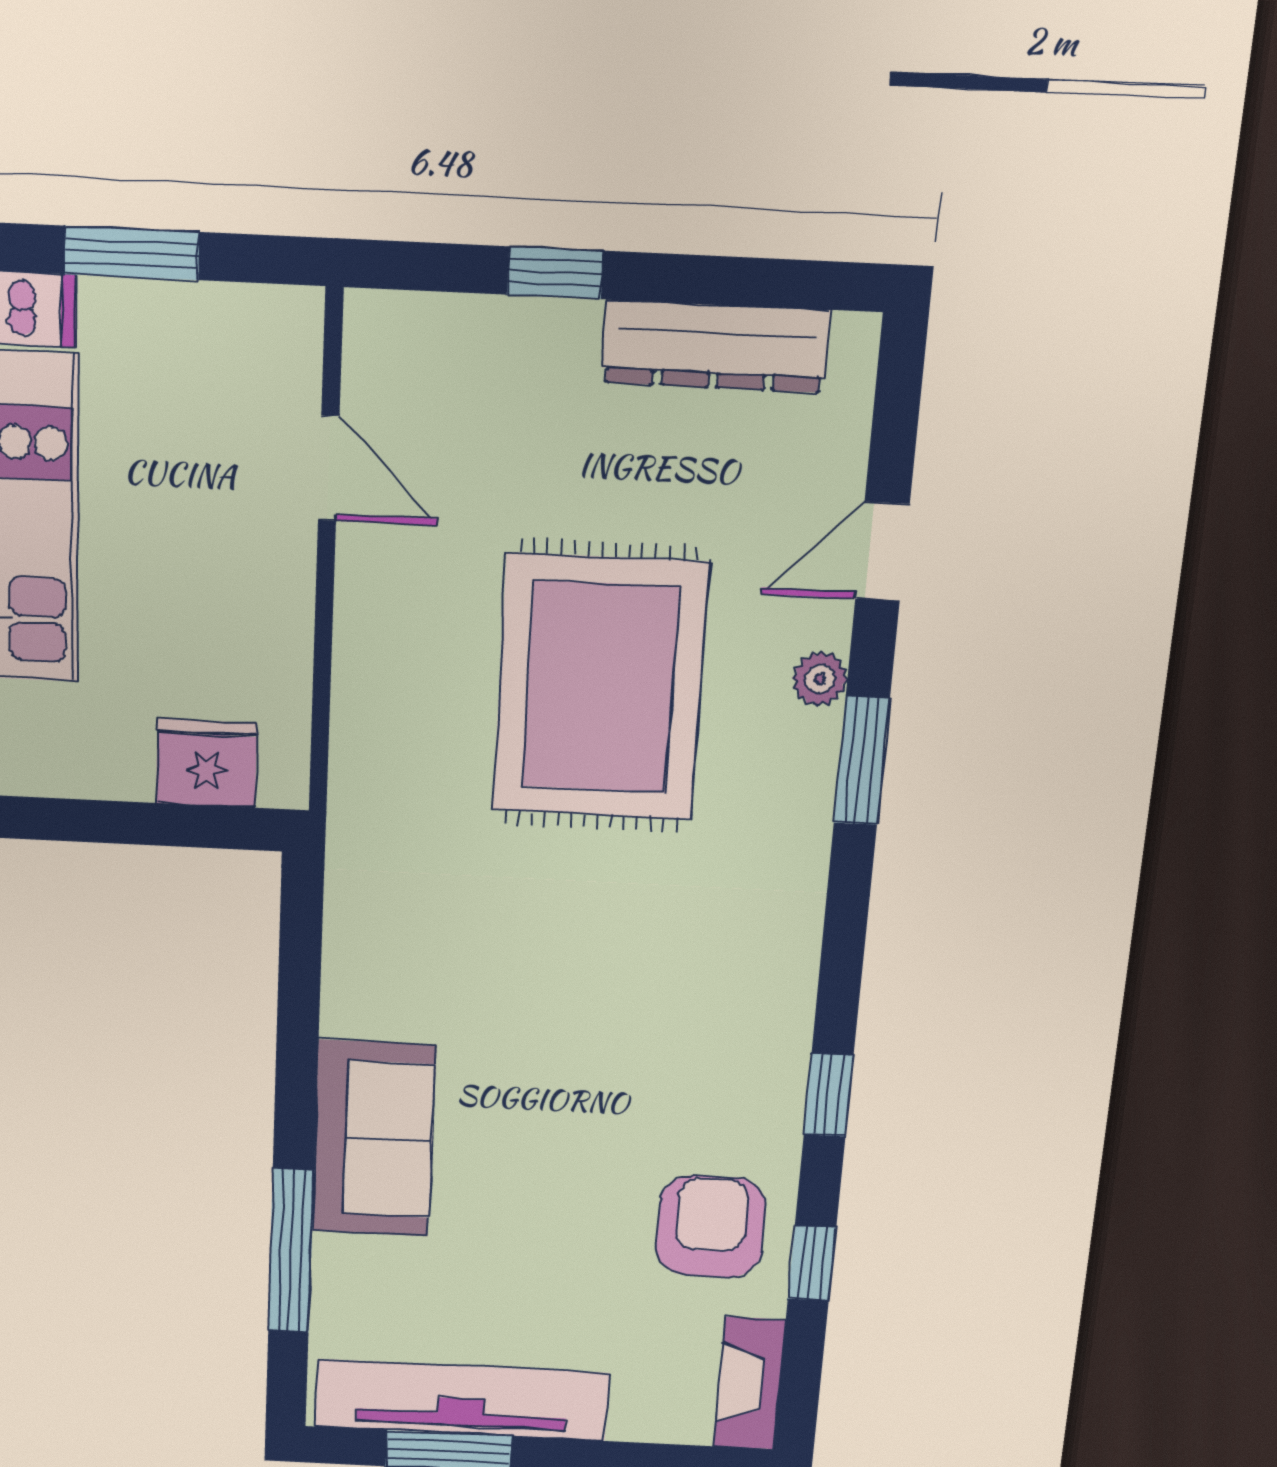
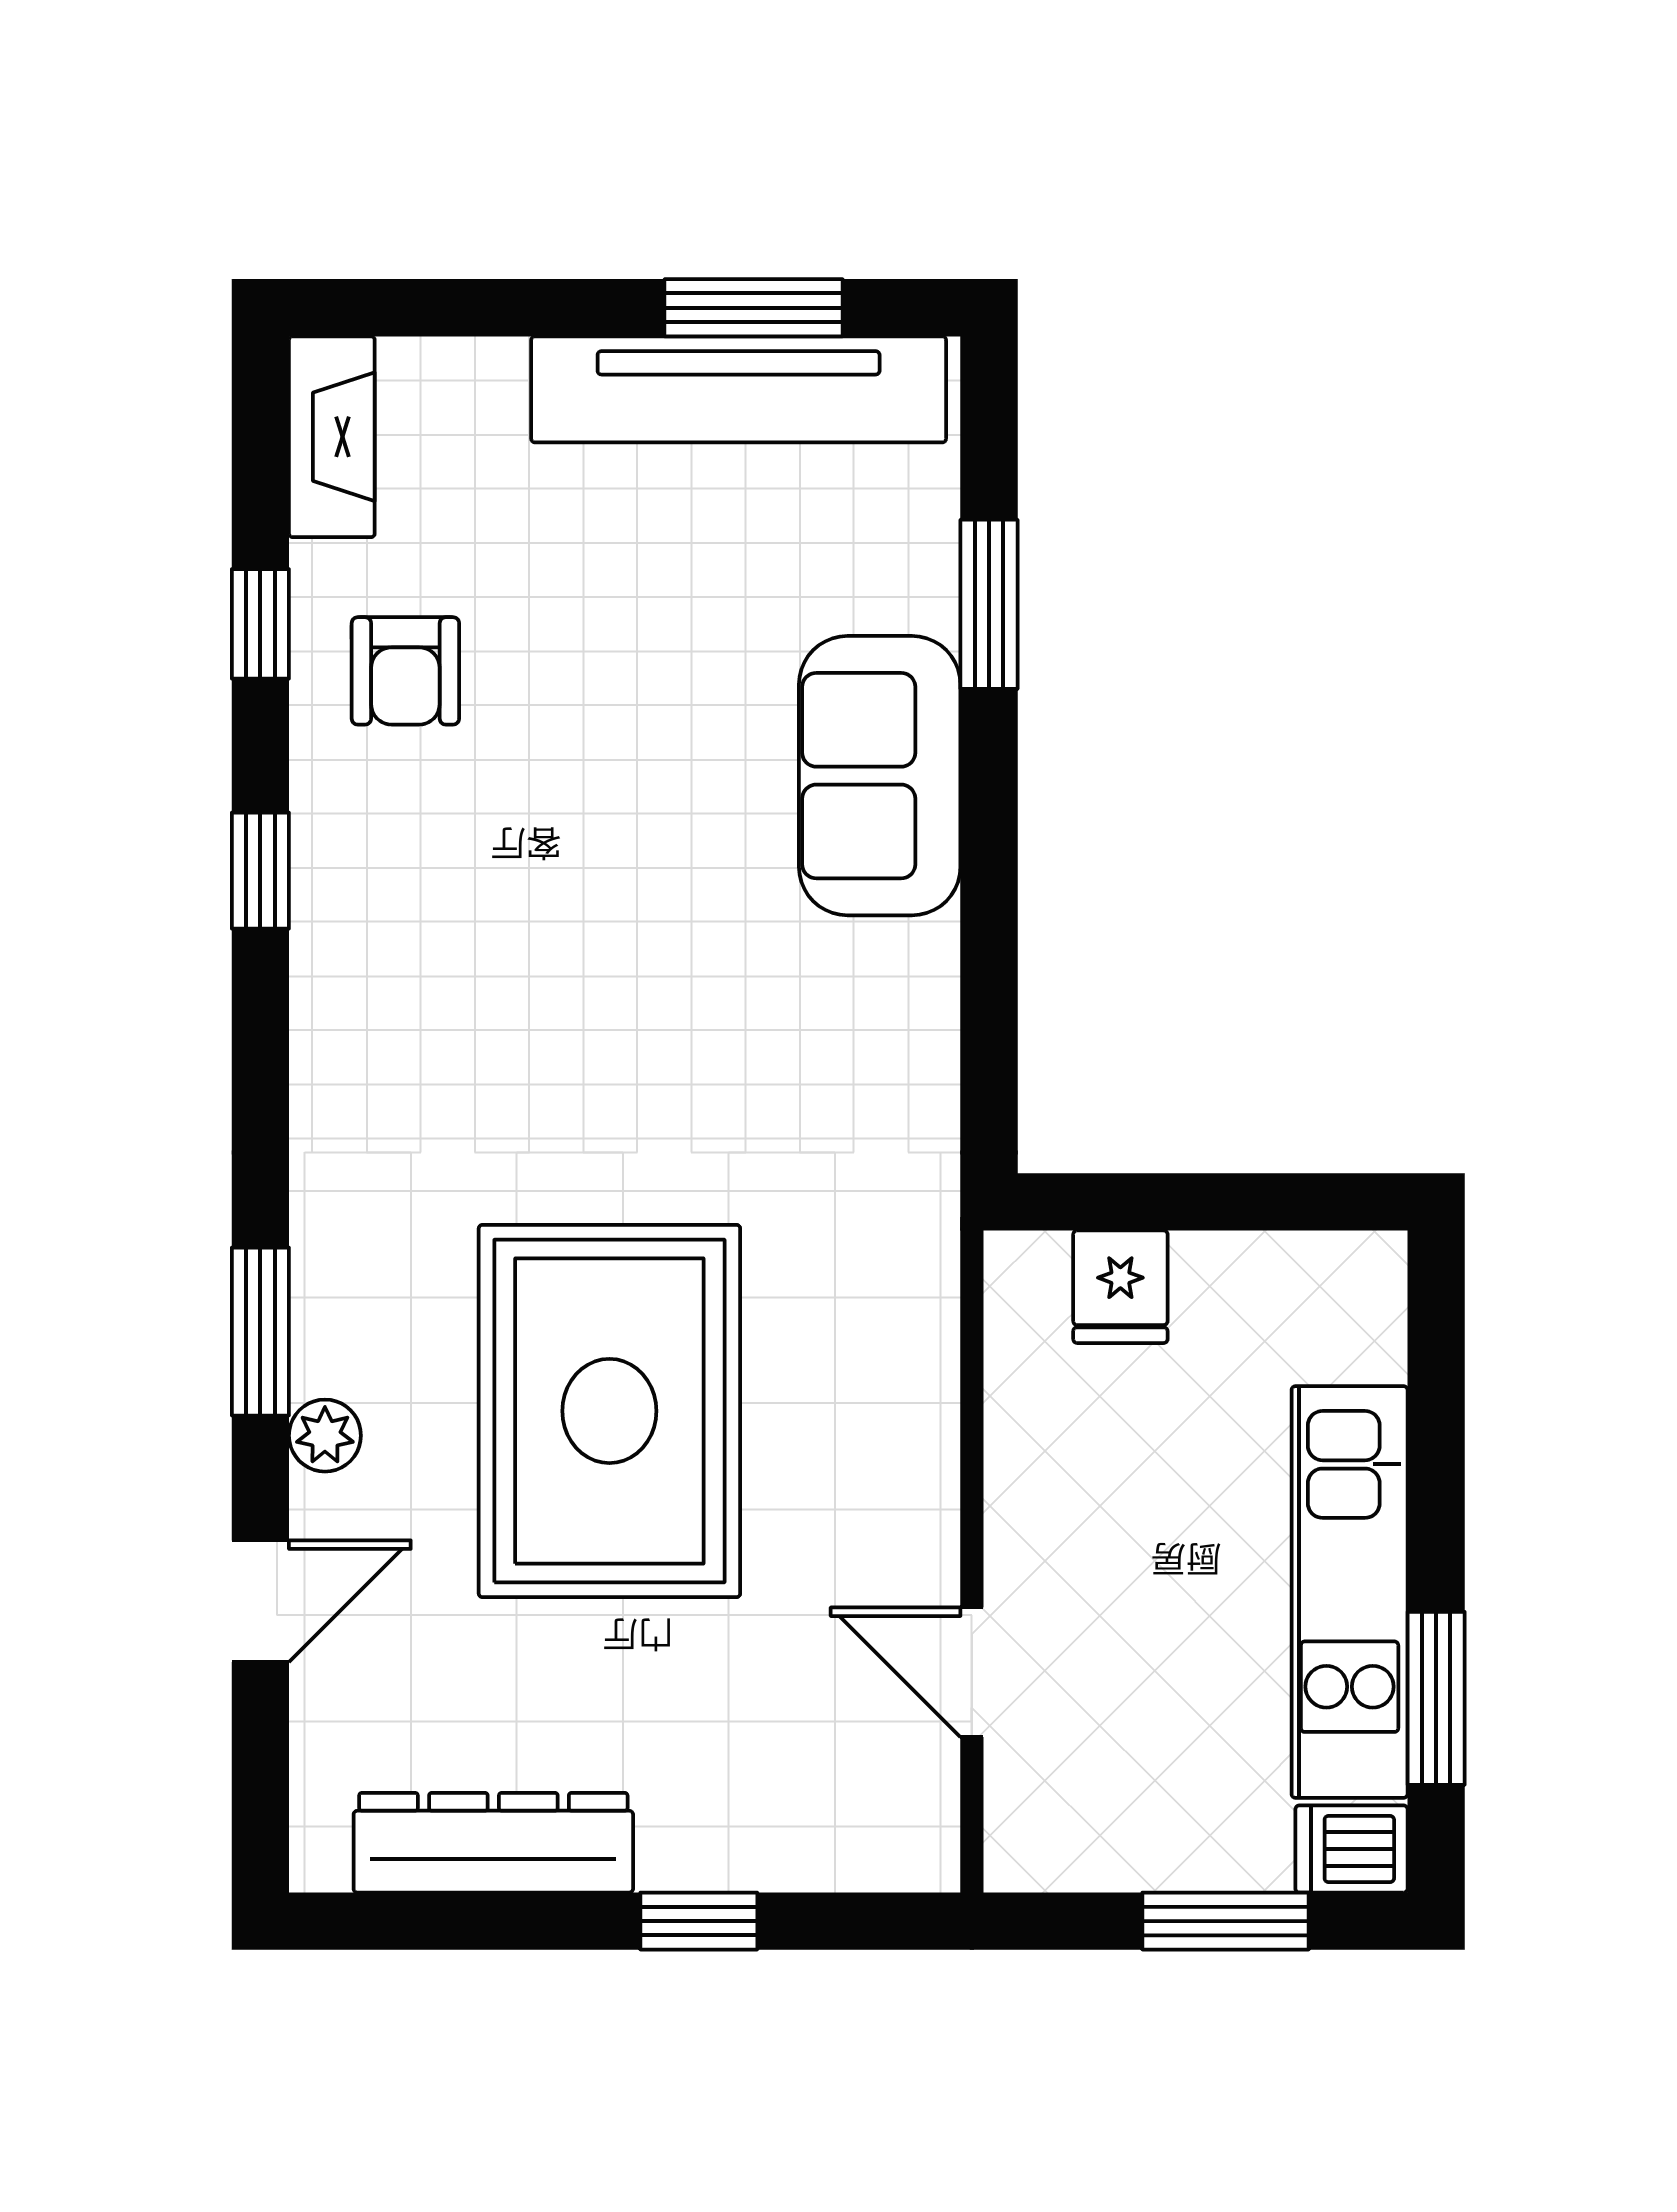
fridge: (206, 763) -> (1120, 1287), width x0.72
armchair: (711, 1227) -> (405, 671), width x0.72, depth x0.72
window: (291, 1251) -> (989, 604), width x0.69

